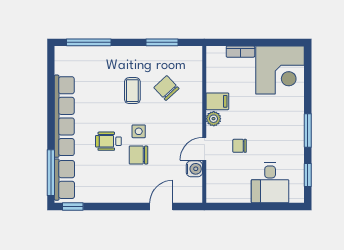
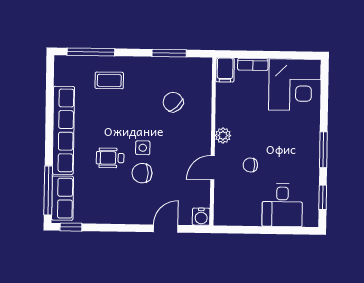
coffee table: (132, 91) -> (109, 80), moved, turned 90
filing cabinet: (217, 101) -> (225, 70), moved, turned 90
water cooler: (194, 169) -> (201, 217), moved, turned 90

